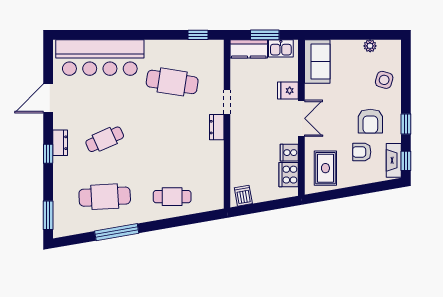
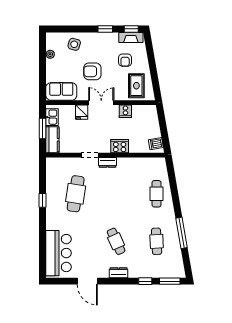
window: (198, 35) -> (42, 200), moved
bar counter: (100, 58) -> (58, 253), width x0.73
armchair: (370, 121) -> (92, 71), moved, turned 180
window: (48, 154) -> (145, 281), moved
rug: (325, 168) -> (136, 86), turned 90
cooker: (289, 175) -> (120, 146), moved, turned 180
cafe table: (105, 197) -> (157, 241), width x0.73, depth x0.74

